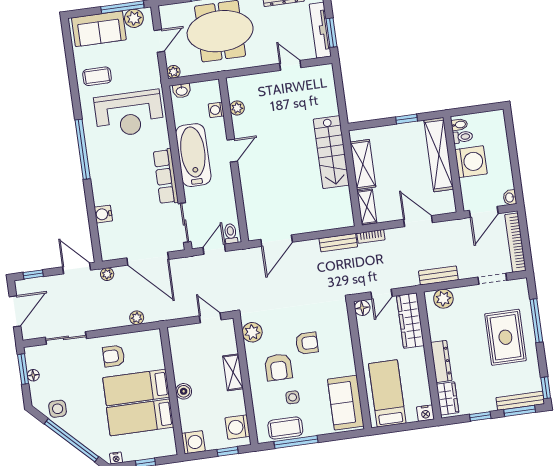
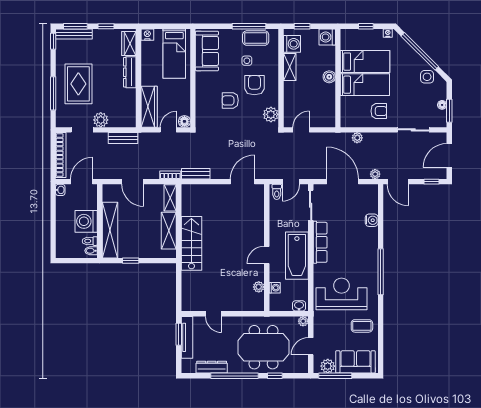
plant: (443, 299) -> (101, 120), moved
door: (210, 318) -> (301, 130), swing flipped
shelving: (233, 372) -> (290, 67), moved

